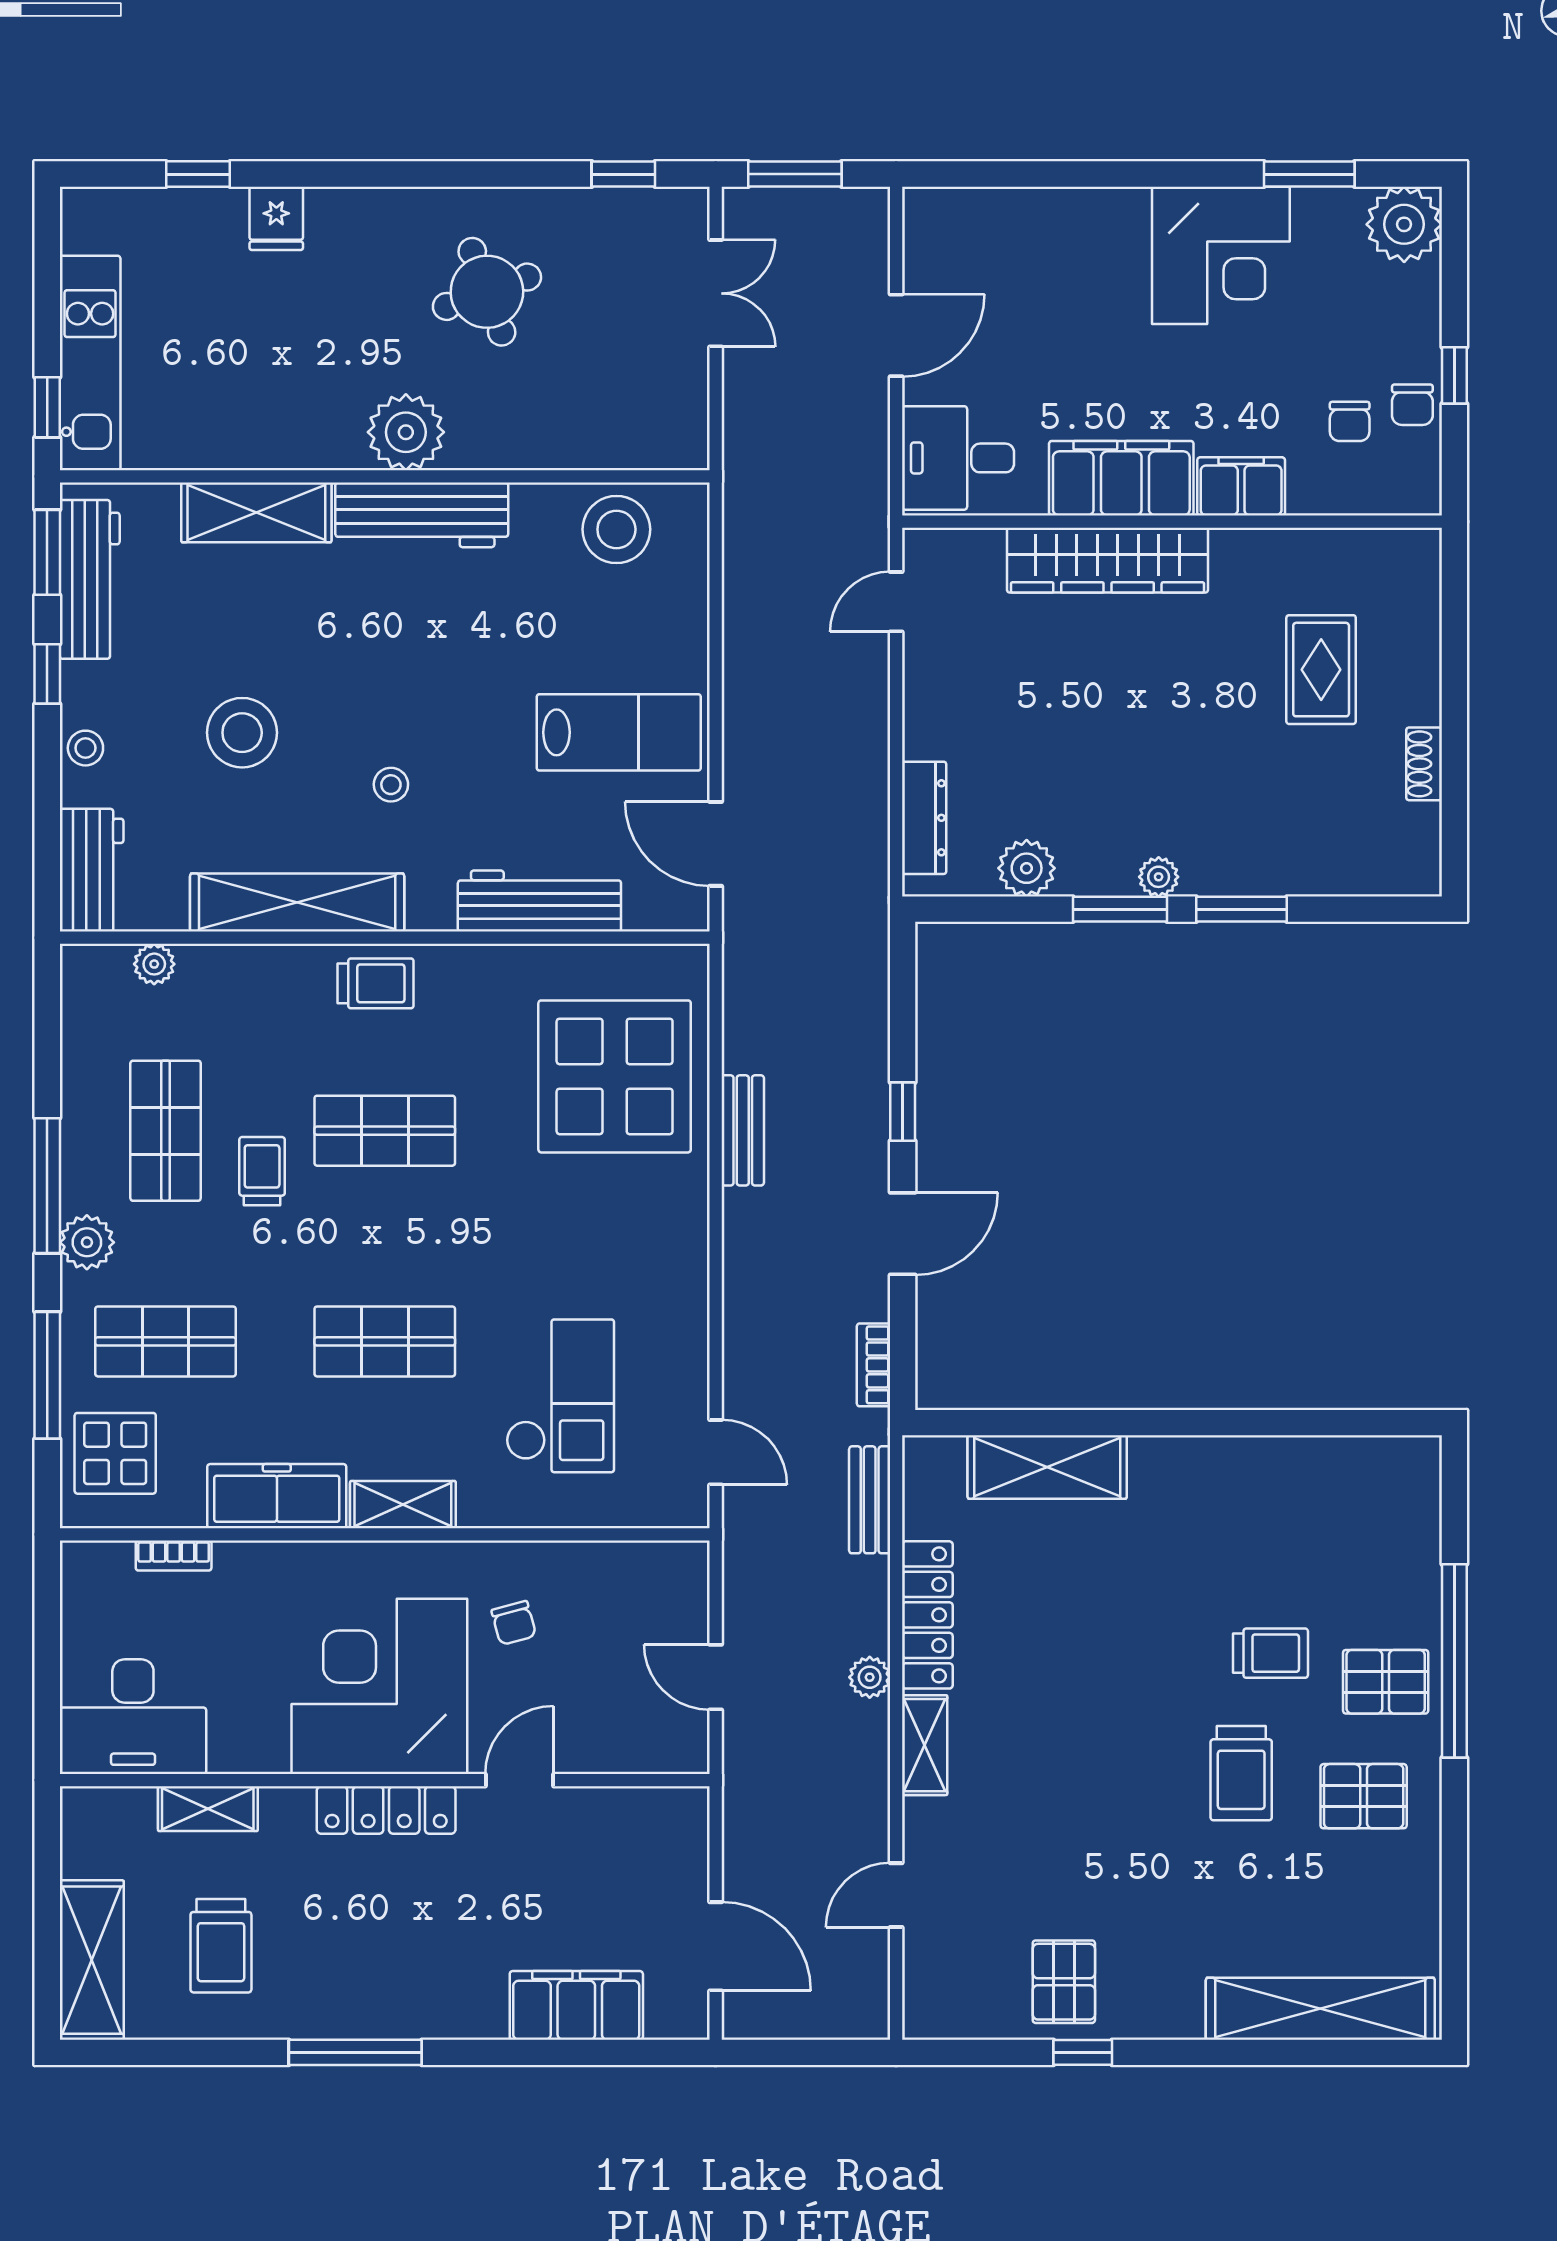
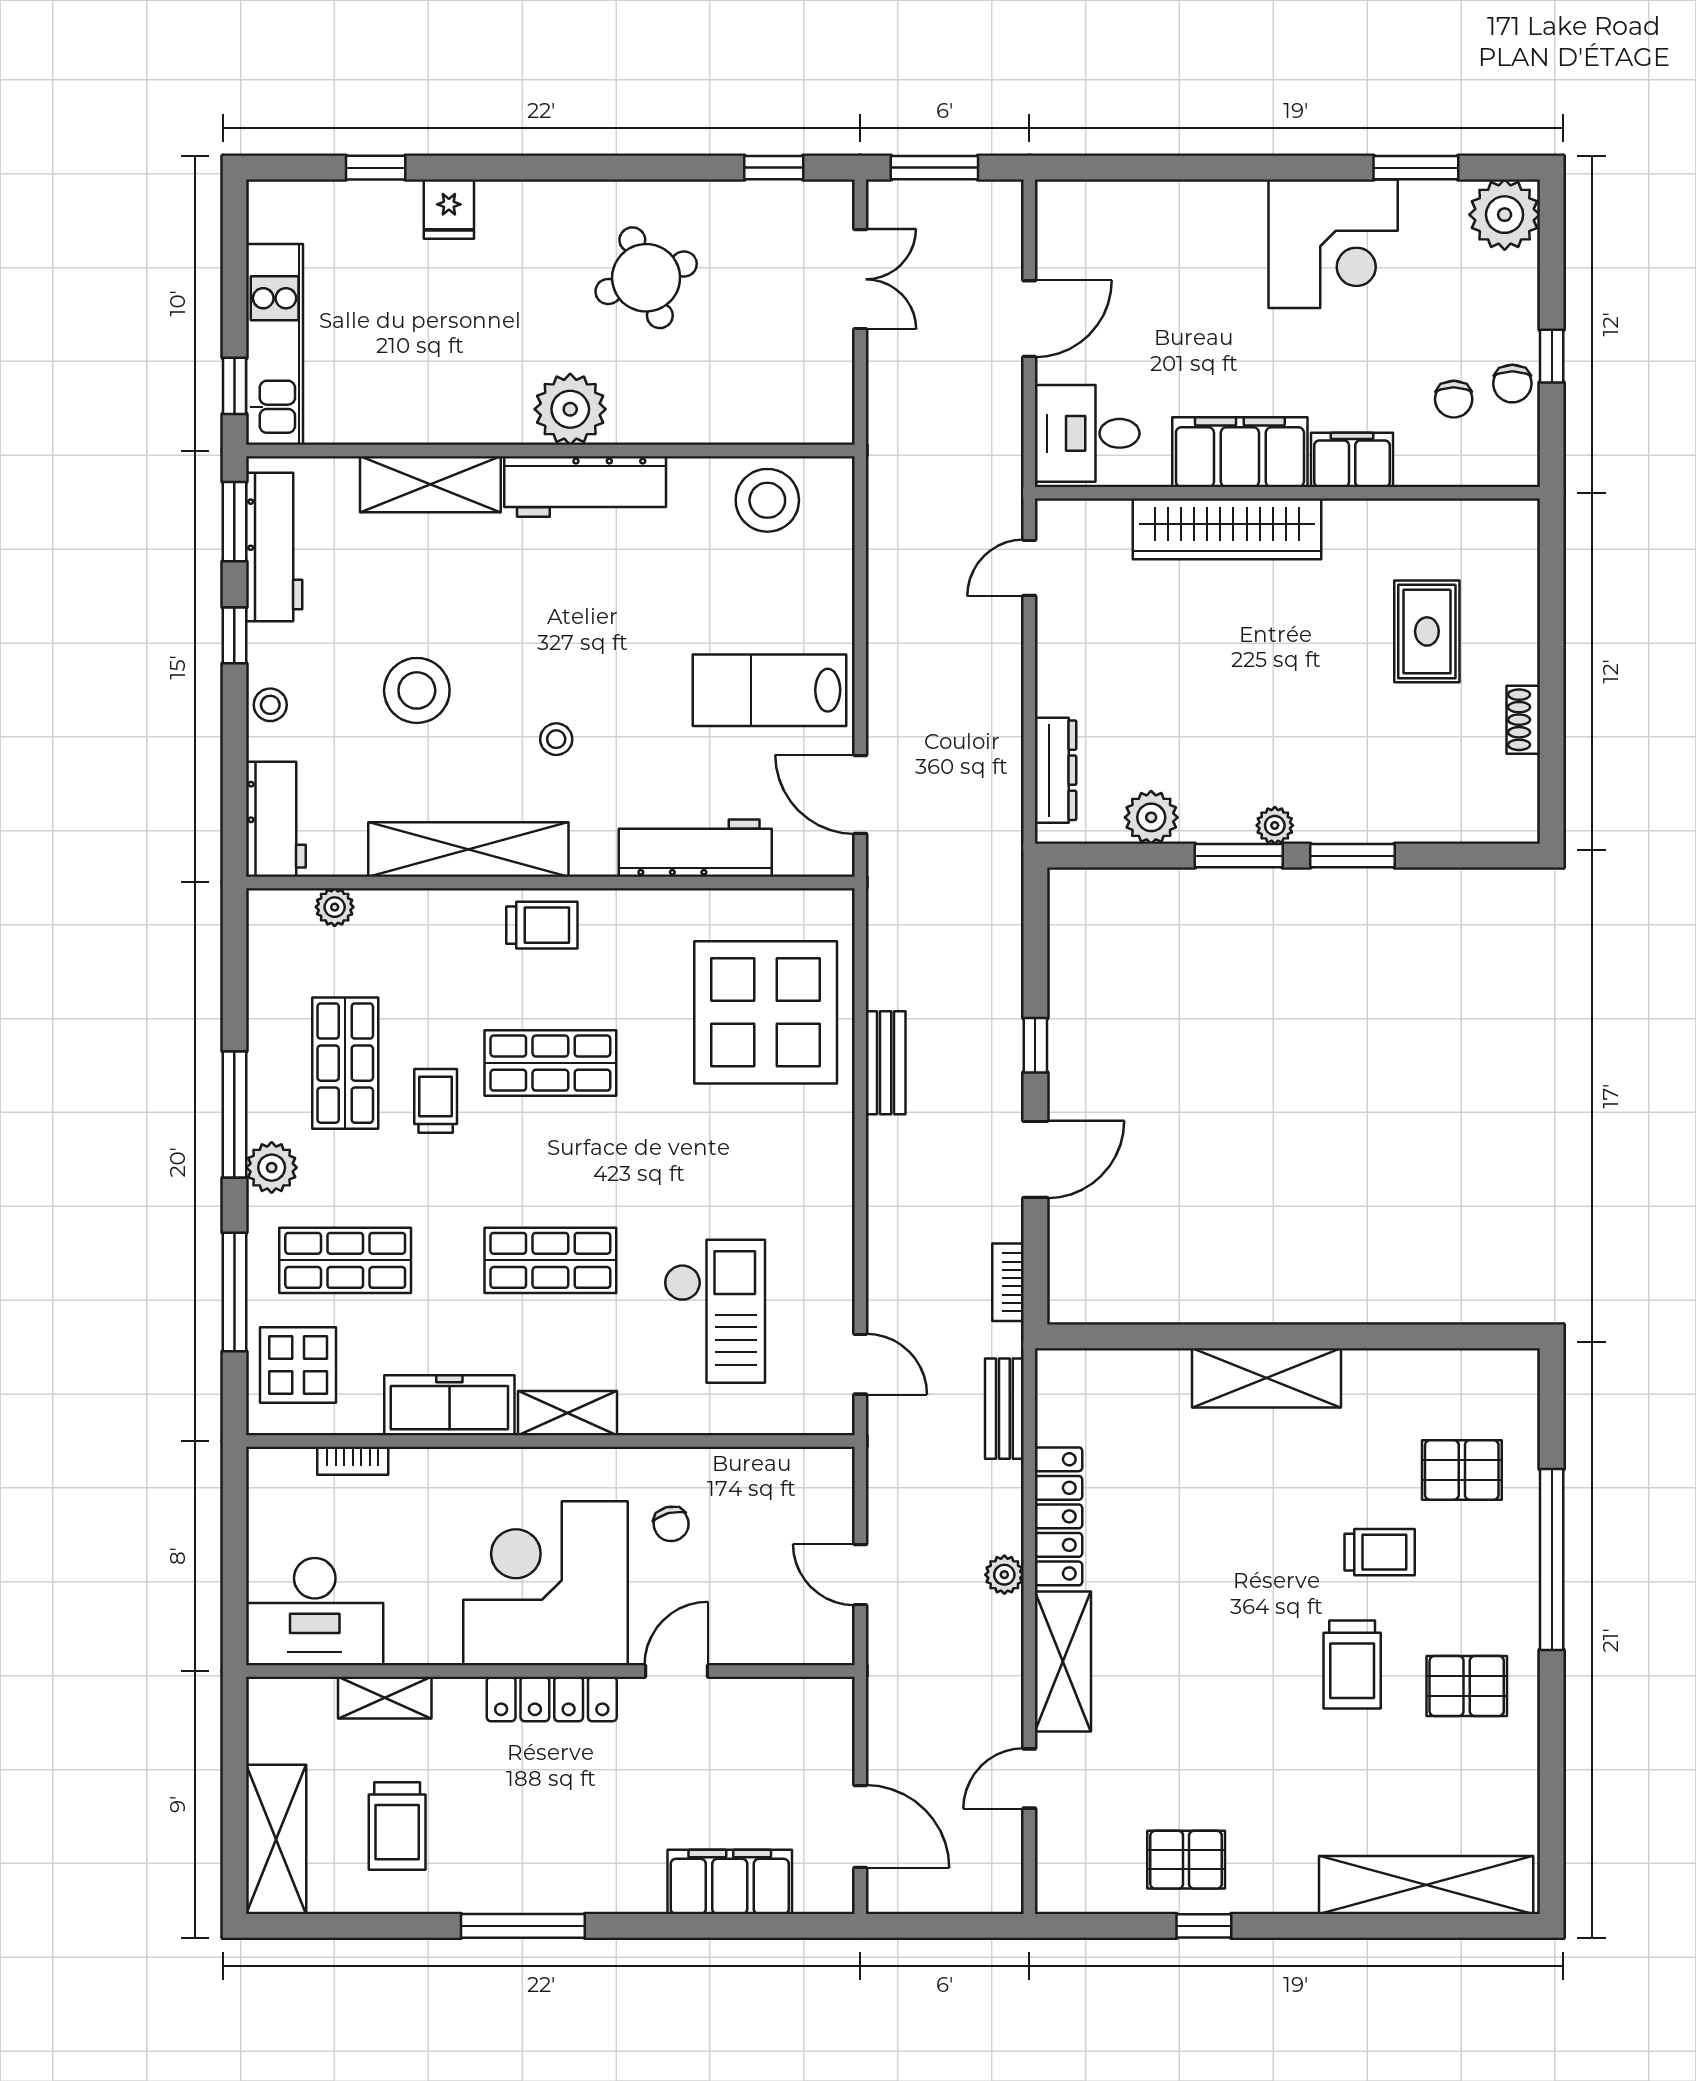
lab bench: (619, 732) -> (769, 690), turned 180
shelving: (1047, 1467) -> (1266, 1378), moved
pallet: (1386, 1682) -> (1462, 1470), moved
shelving: (925, 1745) -> (1063, 1662), width x1.50, depth x1.33
pallet: (1064, 1982) -> (1186, 1860), turned 90

